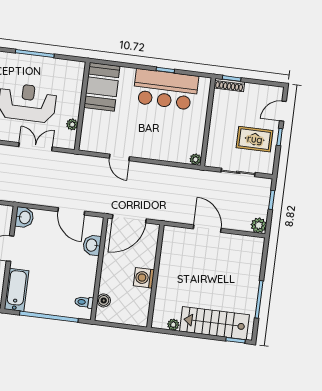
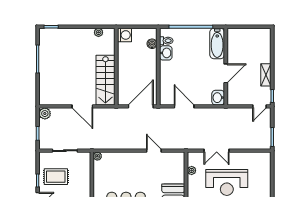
washbasin: (92, 245) -> (166, 53), moved
washing machine: (144, 278) -> (125, 35), moved
stairs: (214, 323) -> (105, 80), moved, turned 90

